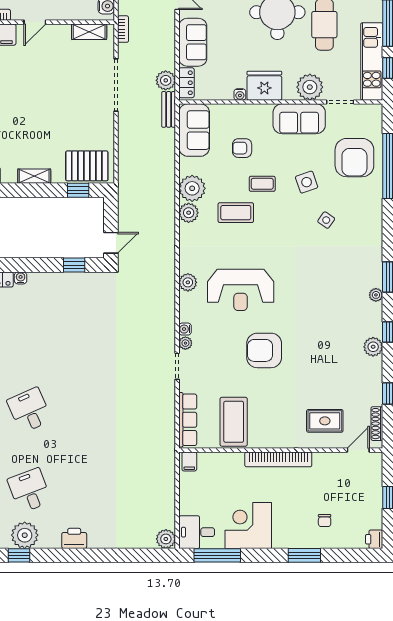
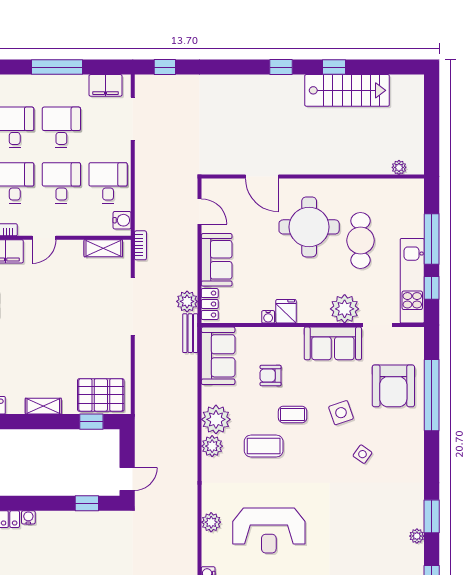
fridge: (264, 86) -> (286, 311), width x0.53, depth x0.75

